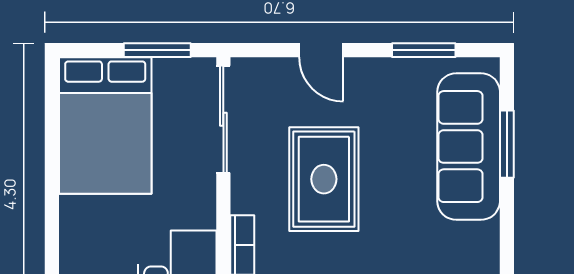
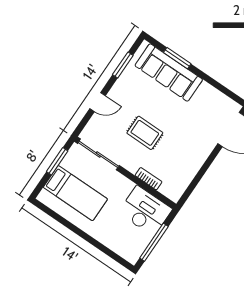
bed: (105, 126) -> (75, 193), width x0.67
rug: (324, 179) -> (145, 133), width x0.73, depth x0.70

